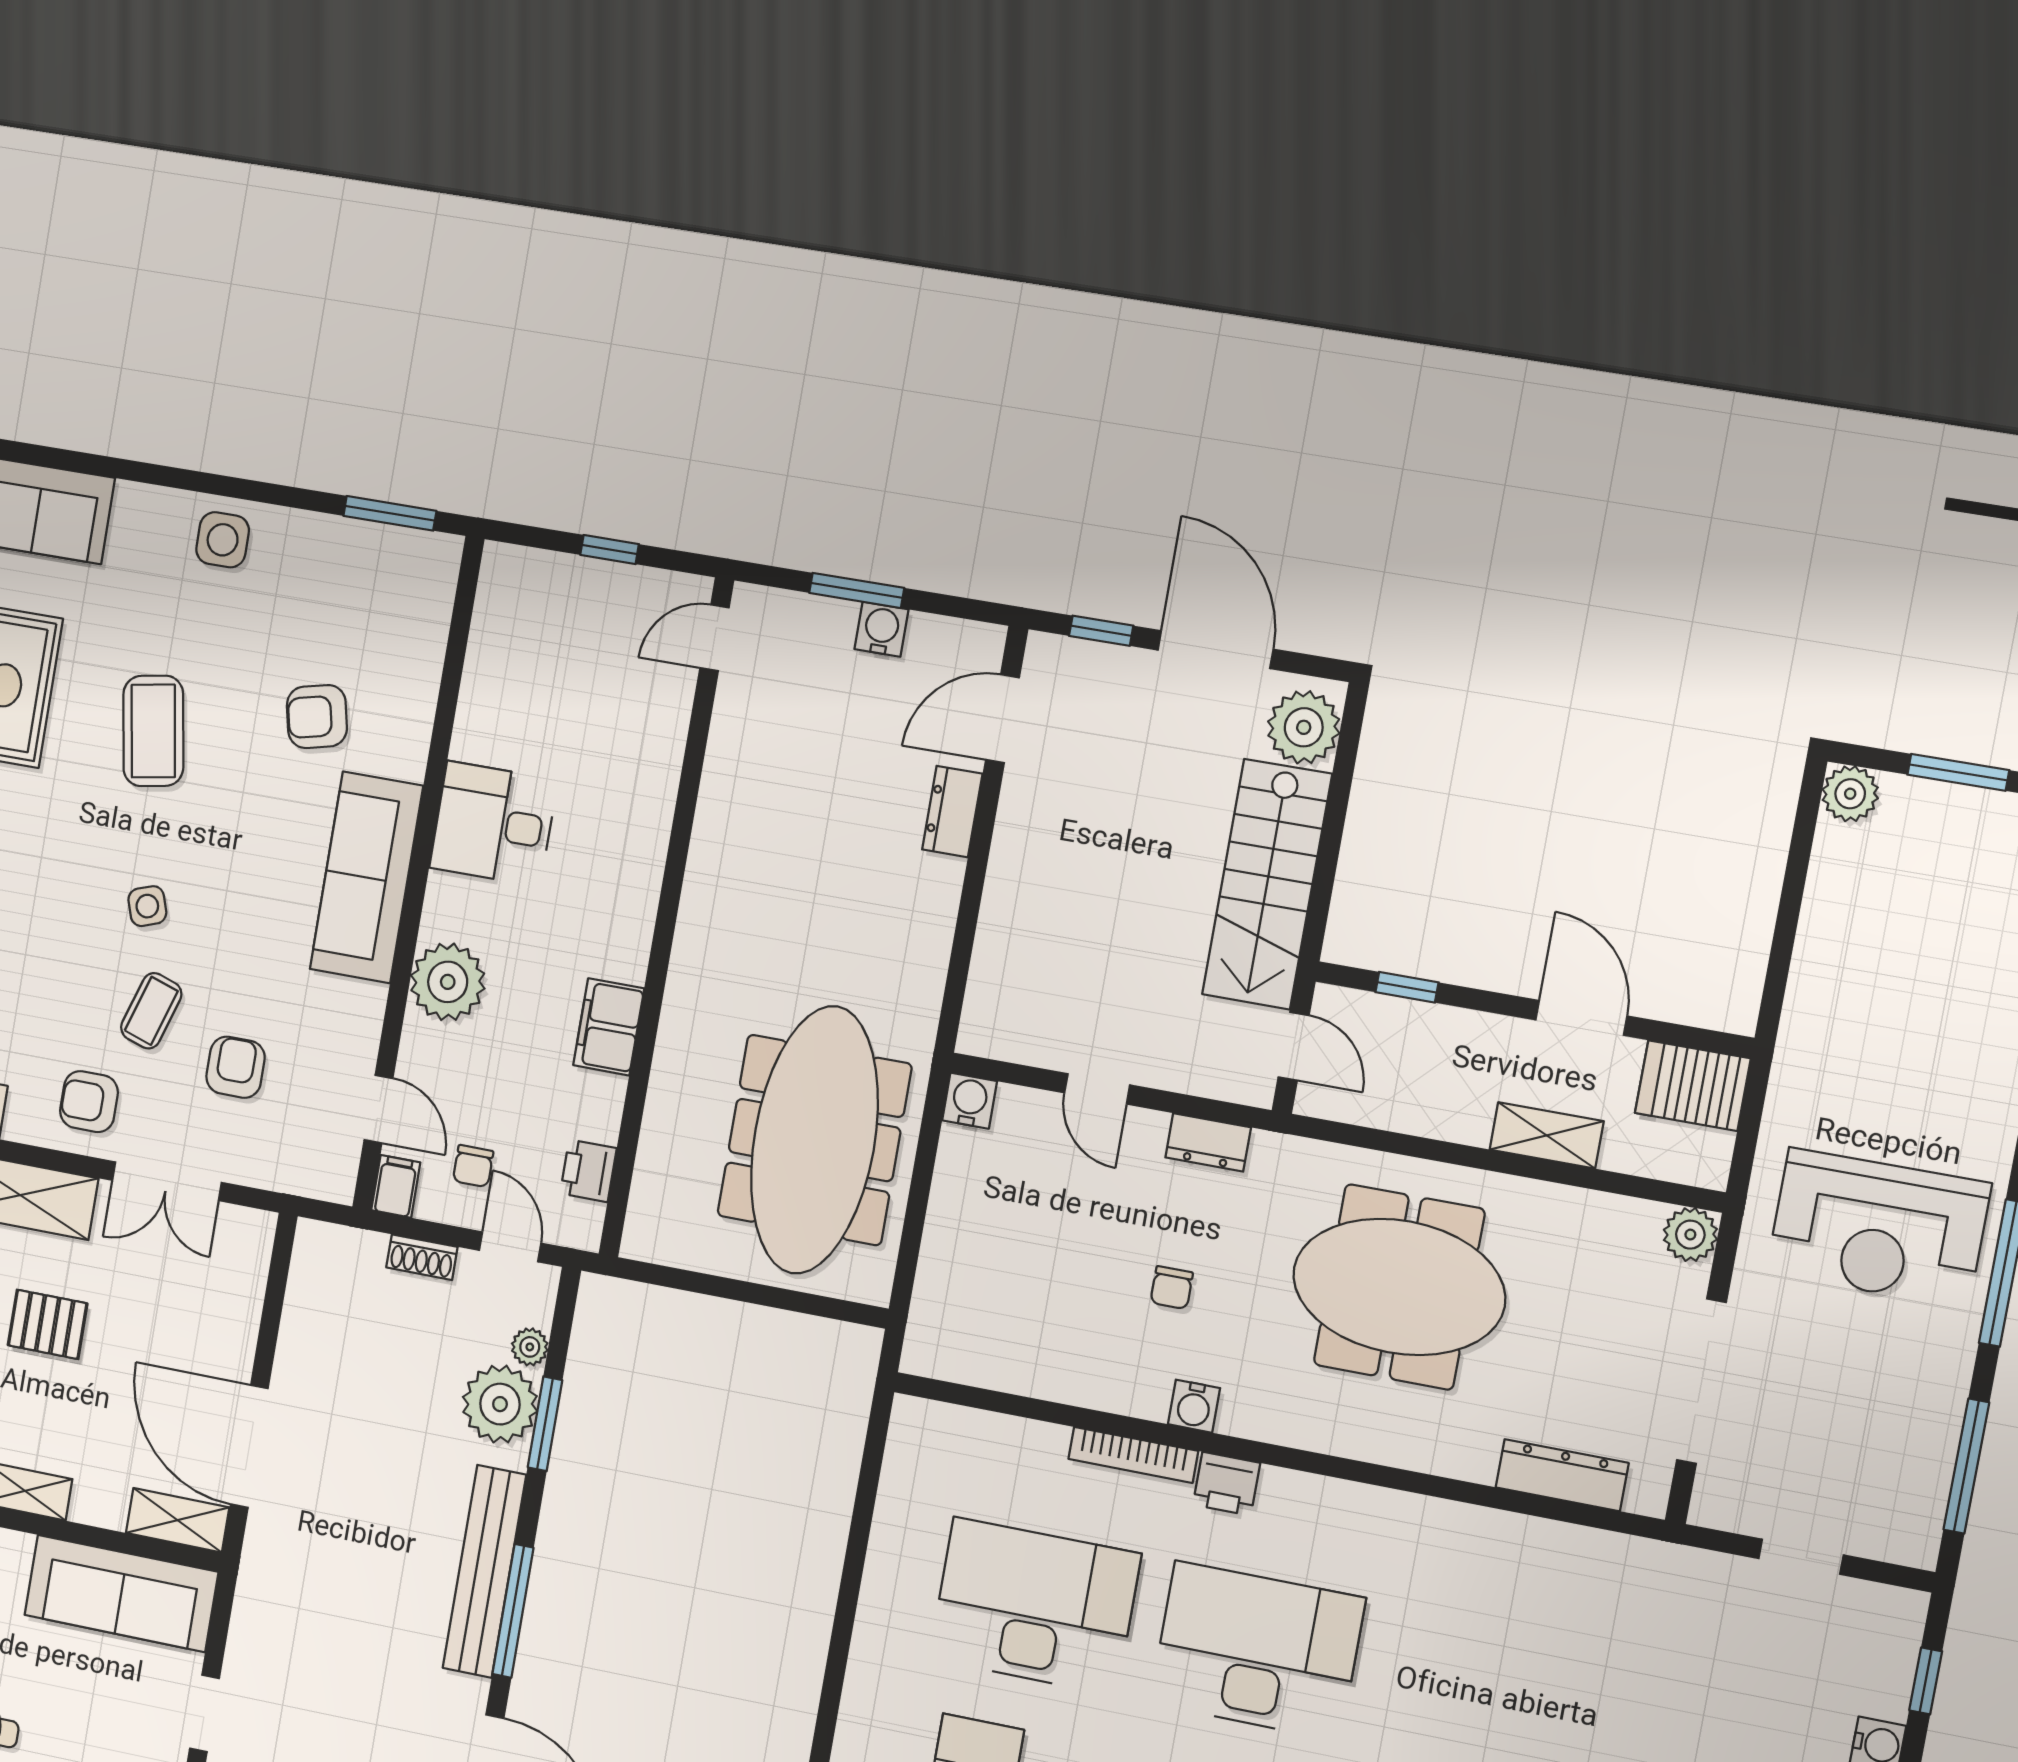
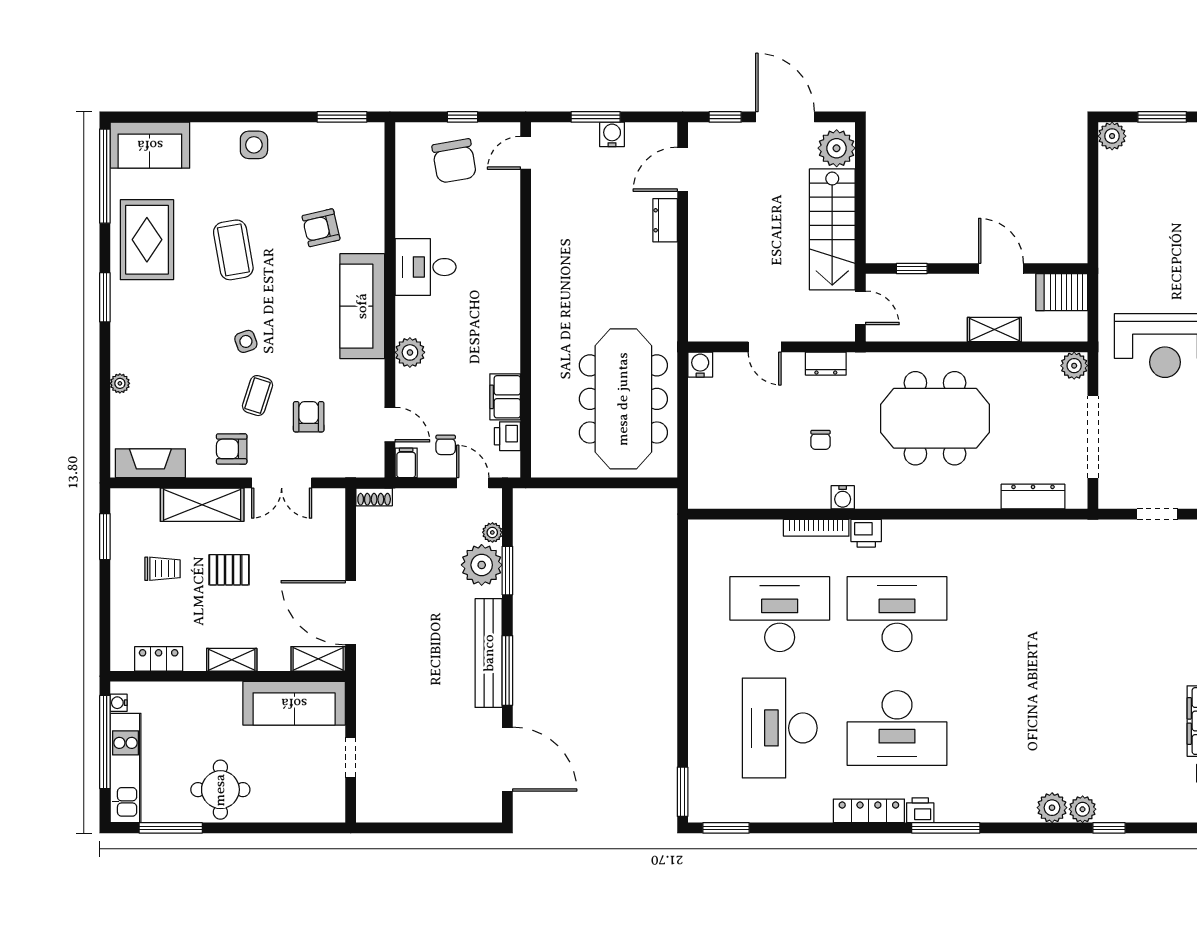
chair: (580, 631) -> (454, 161), added
plant: (448, 982) -> (410, 352), width x0.73, depth x0.73
filing cabinet: (609, 1027) -> (505, 397), moved
shoe rack: (422, 1257) -> (374, 497), moved

